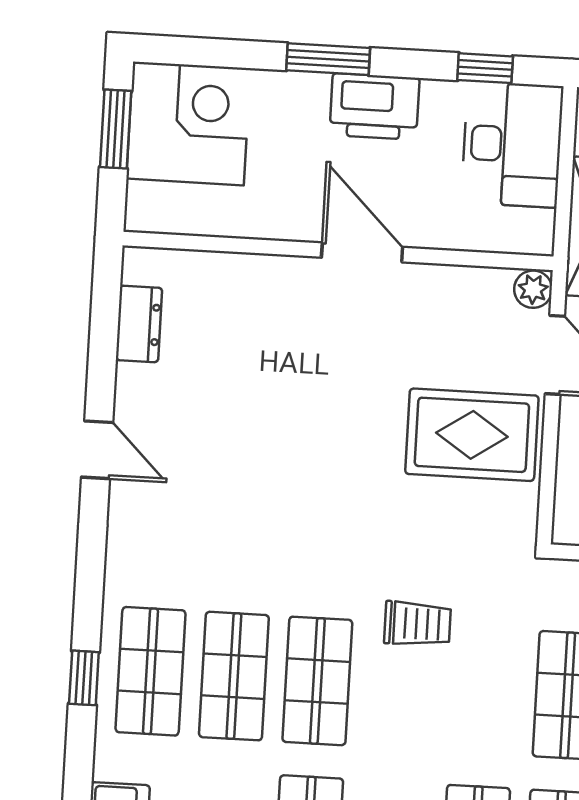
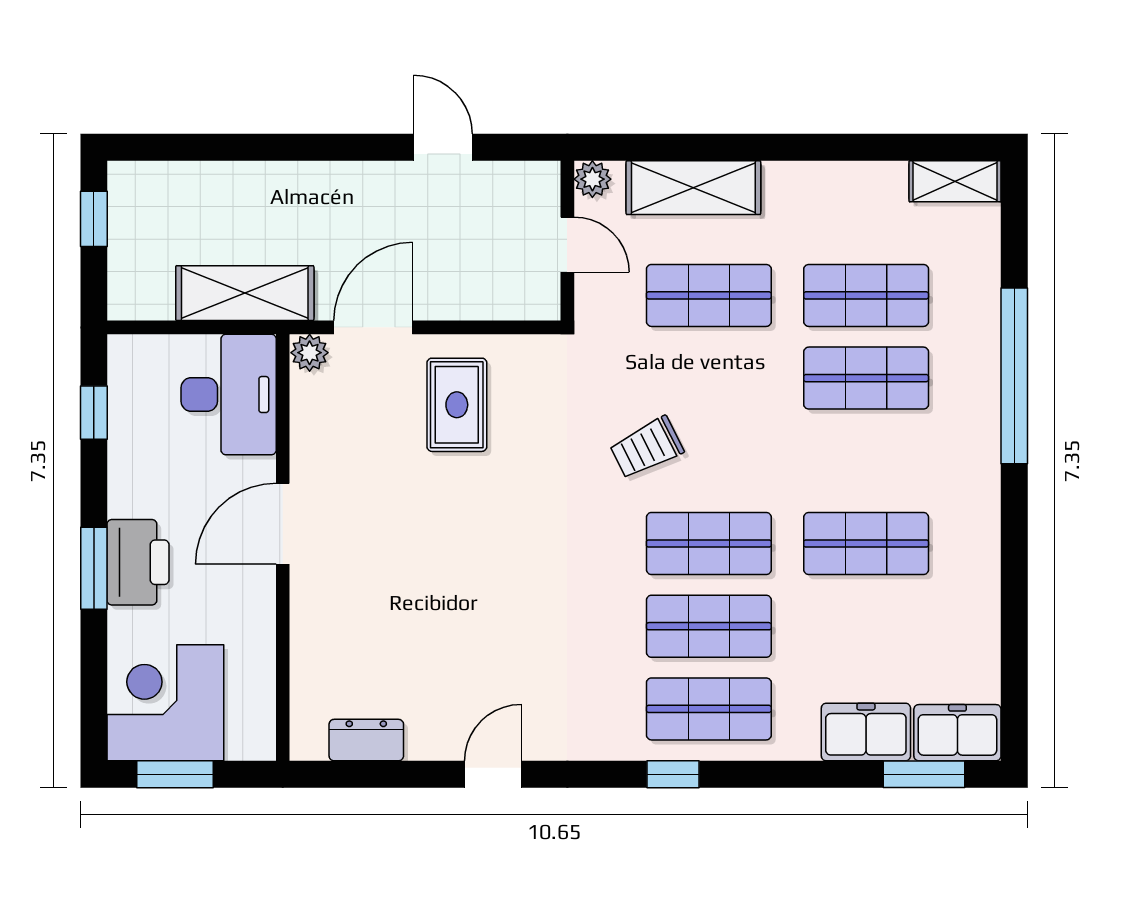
printer: (374, 107) -> (138, 562), moved
desk: (512, 144) -> (229, 395), moved, turned 90
rug: (472, 435) -> (457, 405), width x0.73, depth x0.70
trolley: (418, 624) -> (647, 448), turned -117
window: (84, 678) -> (673, 774), moved

